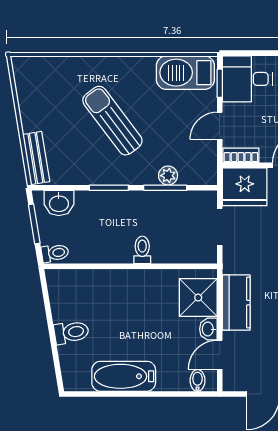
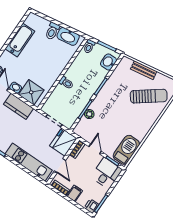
sun lounger: (112, 121) -> (149, 96), moved
bench: (36, 158) -> (144, 70), moved
washbasin: (62, 300) -> (68, 36), added

